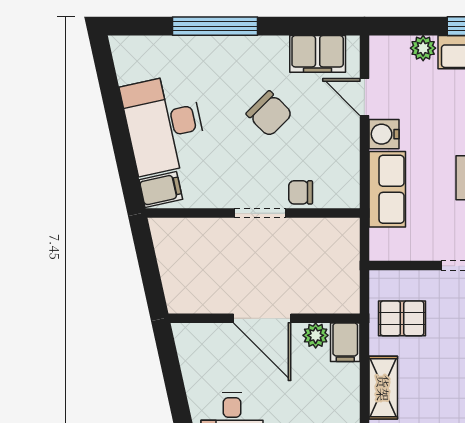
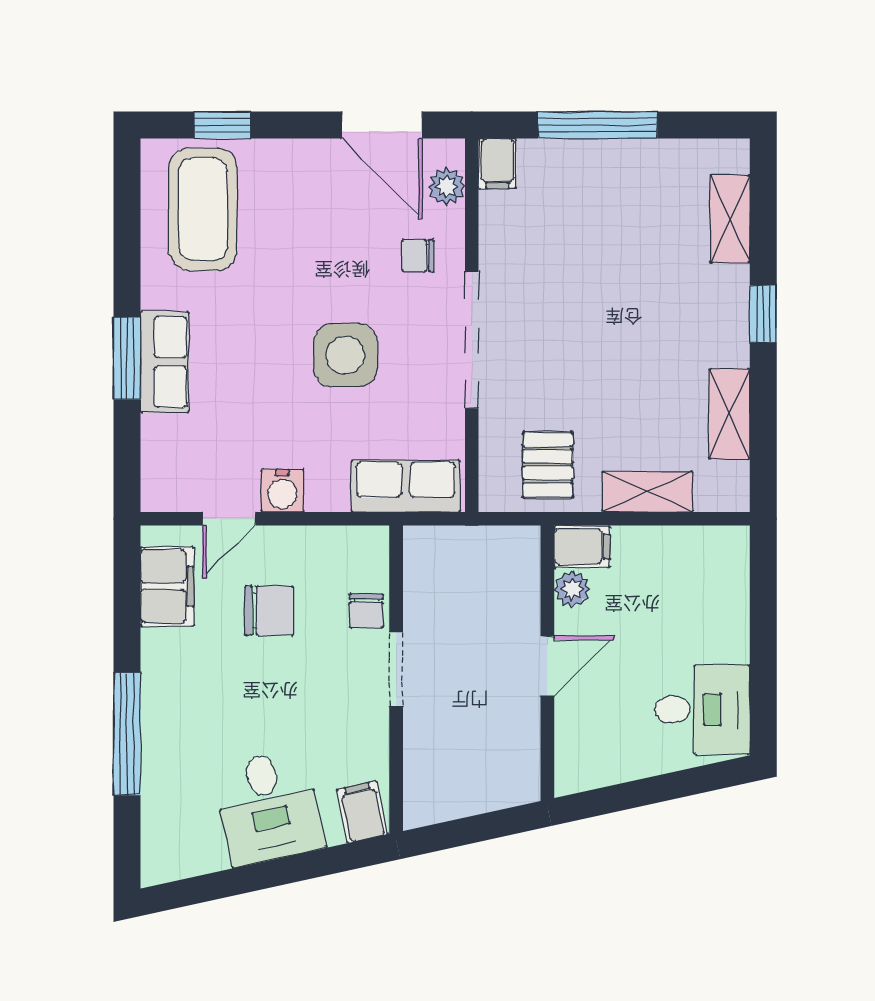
plant: (423, 48) -> (159, 435), removed
chair: (269, 114) -> (269, 611), moved, turned 45
desk: (164, 124) -> (268, 807), width x0.73
row of seats: (387, 189) -> (406, 486), moved
door: (262, 318) -> (547, 666), width x0.73

